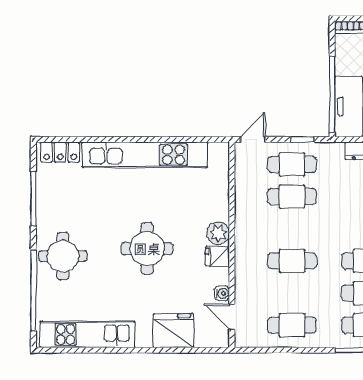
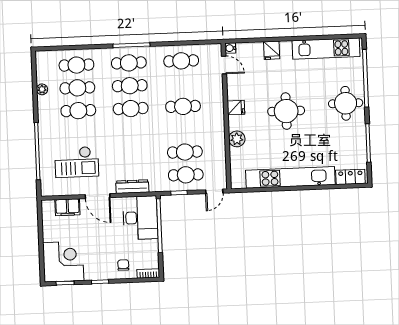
plant: (218, 233) -> (237, 139), moved
water cooler: (222, 293) -> (230, 48), moved
fridge: (174, 331) -> (272, 50), width x0.53, depth x0.75

